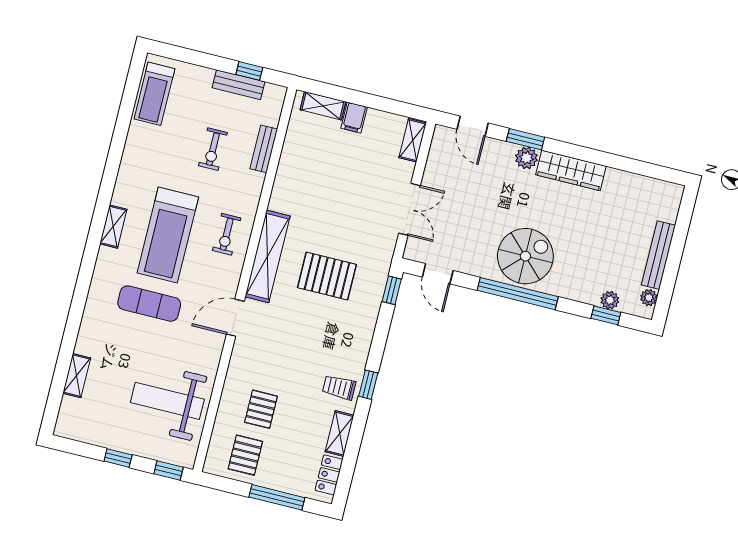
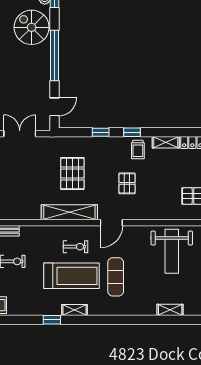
window: (107, 188) -> (52, 320), added
exercise bike: (227, 234) -> (76, 247), moved
spiral stairs: (525, 256) -> (32, 27), moved
window: (392, 290) -> (101, 132), moved
door: (235, 318) -> (111, 223), hinge flipped
pallet: (261, 409) -> (127, 183), moved, turned 90

